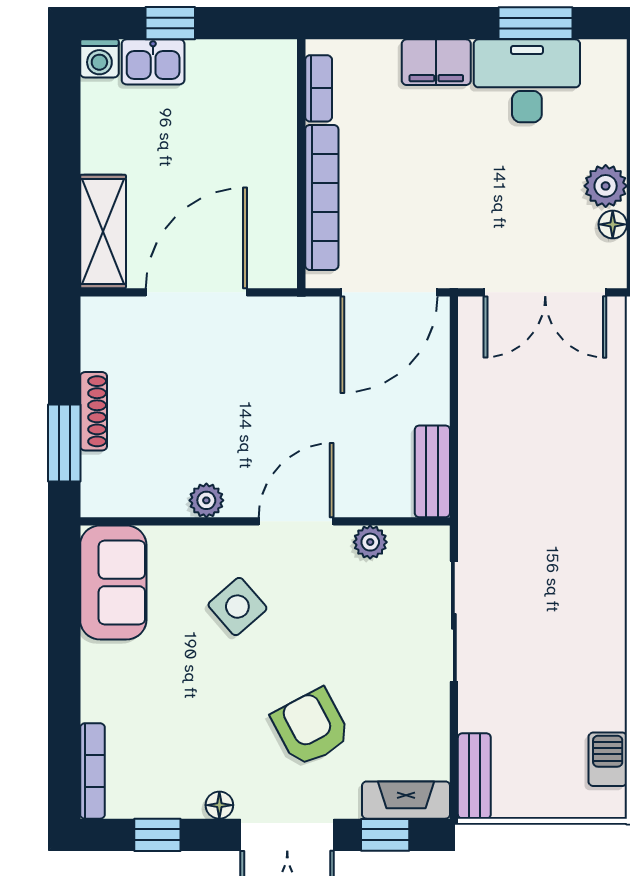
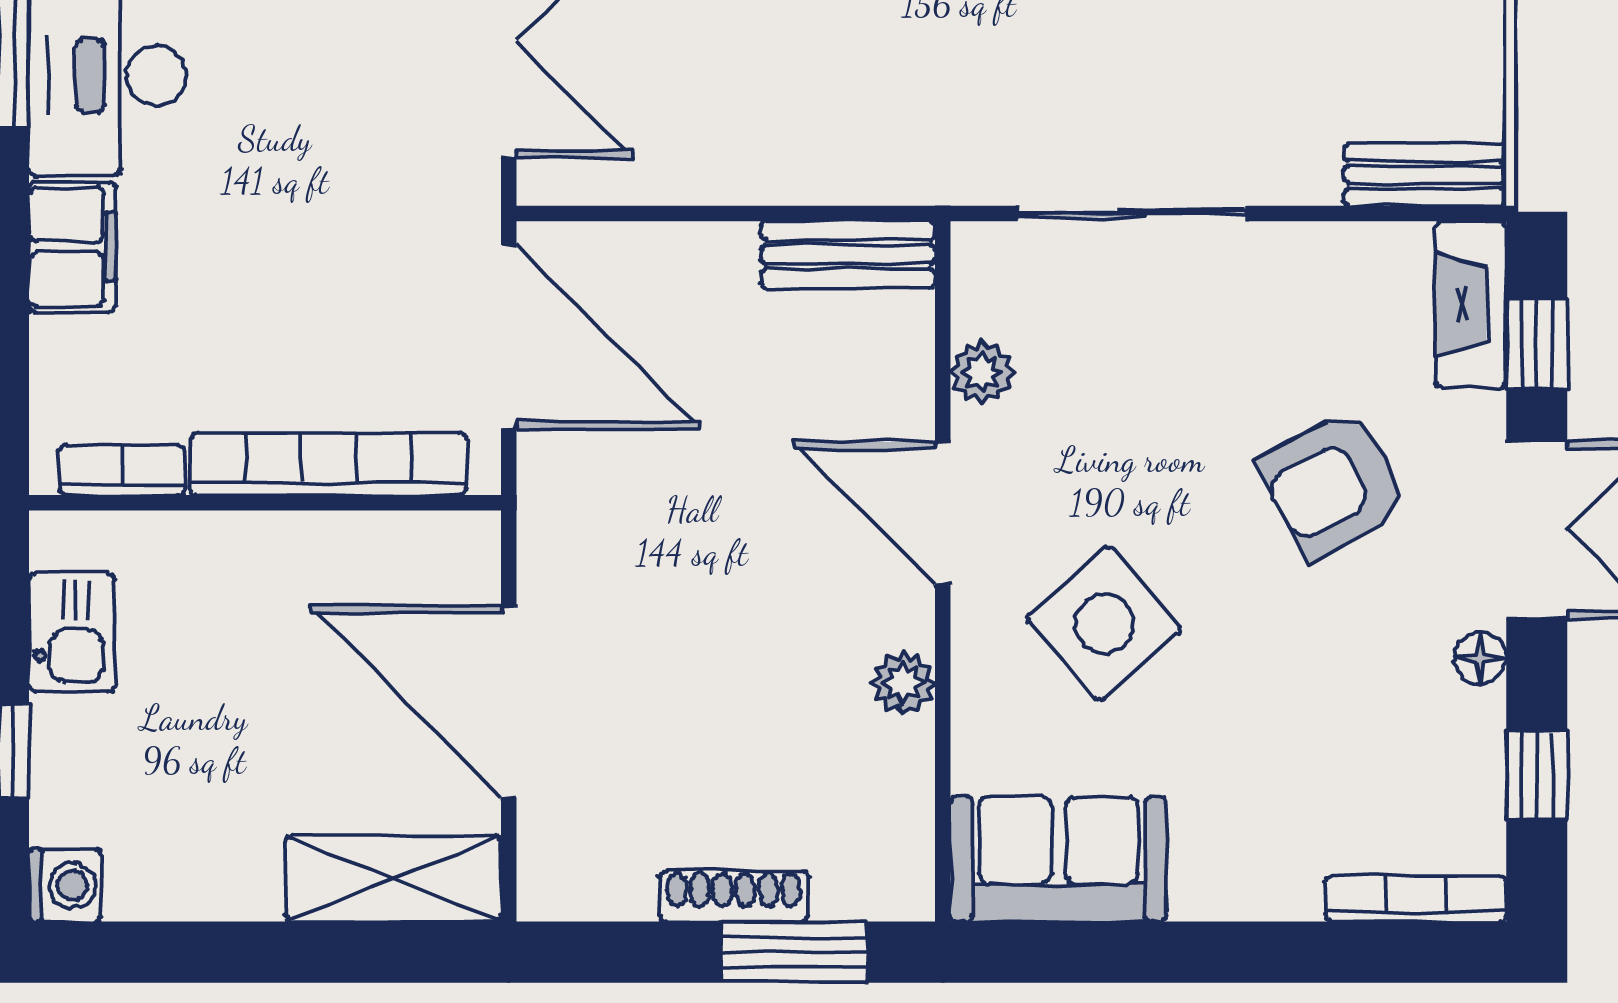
kitchen sink: (153, 62) -> (72, 632), moved
side table: (237, 607) -> (1104, 624), width x1.37, depth x1.37

